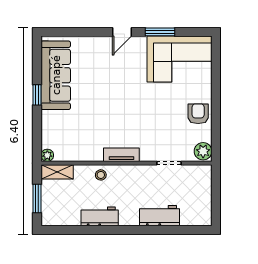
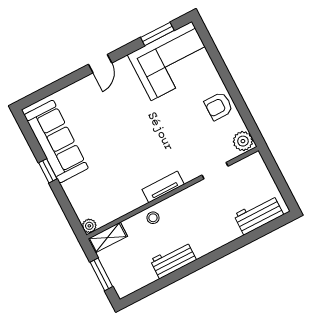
window: (160, 32) -> (157, 34), moved
armchair: (198, 114) -> (219, 106), turned -90
workbench: (159, 216) -> (259, 215), moved

